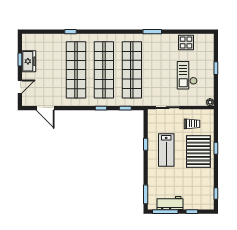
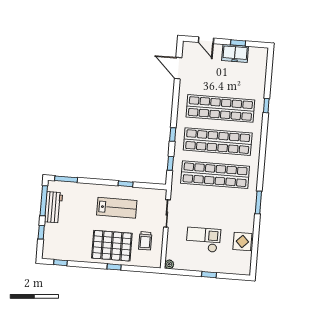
door: (45, 108) -> (178, 68), hinge flipped
lab bench: (166, 150) -> (117, 208), turned 180

